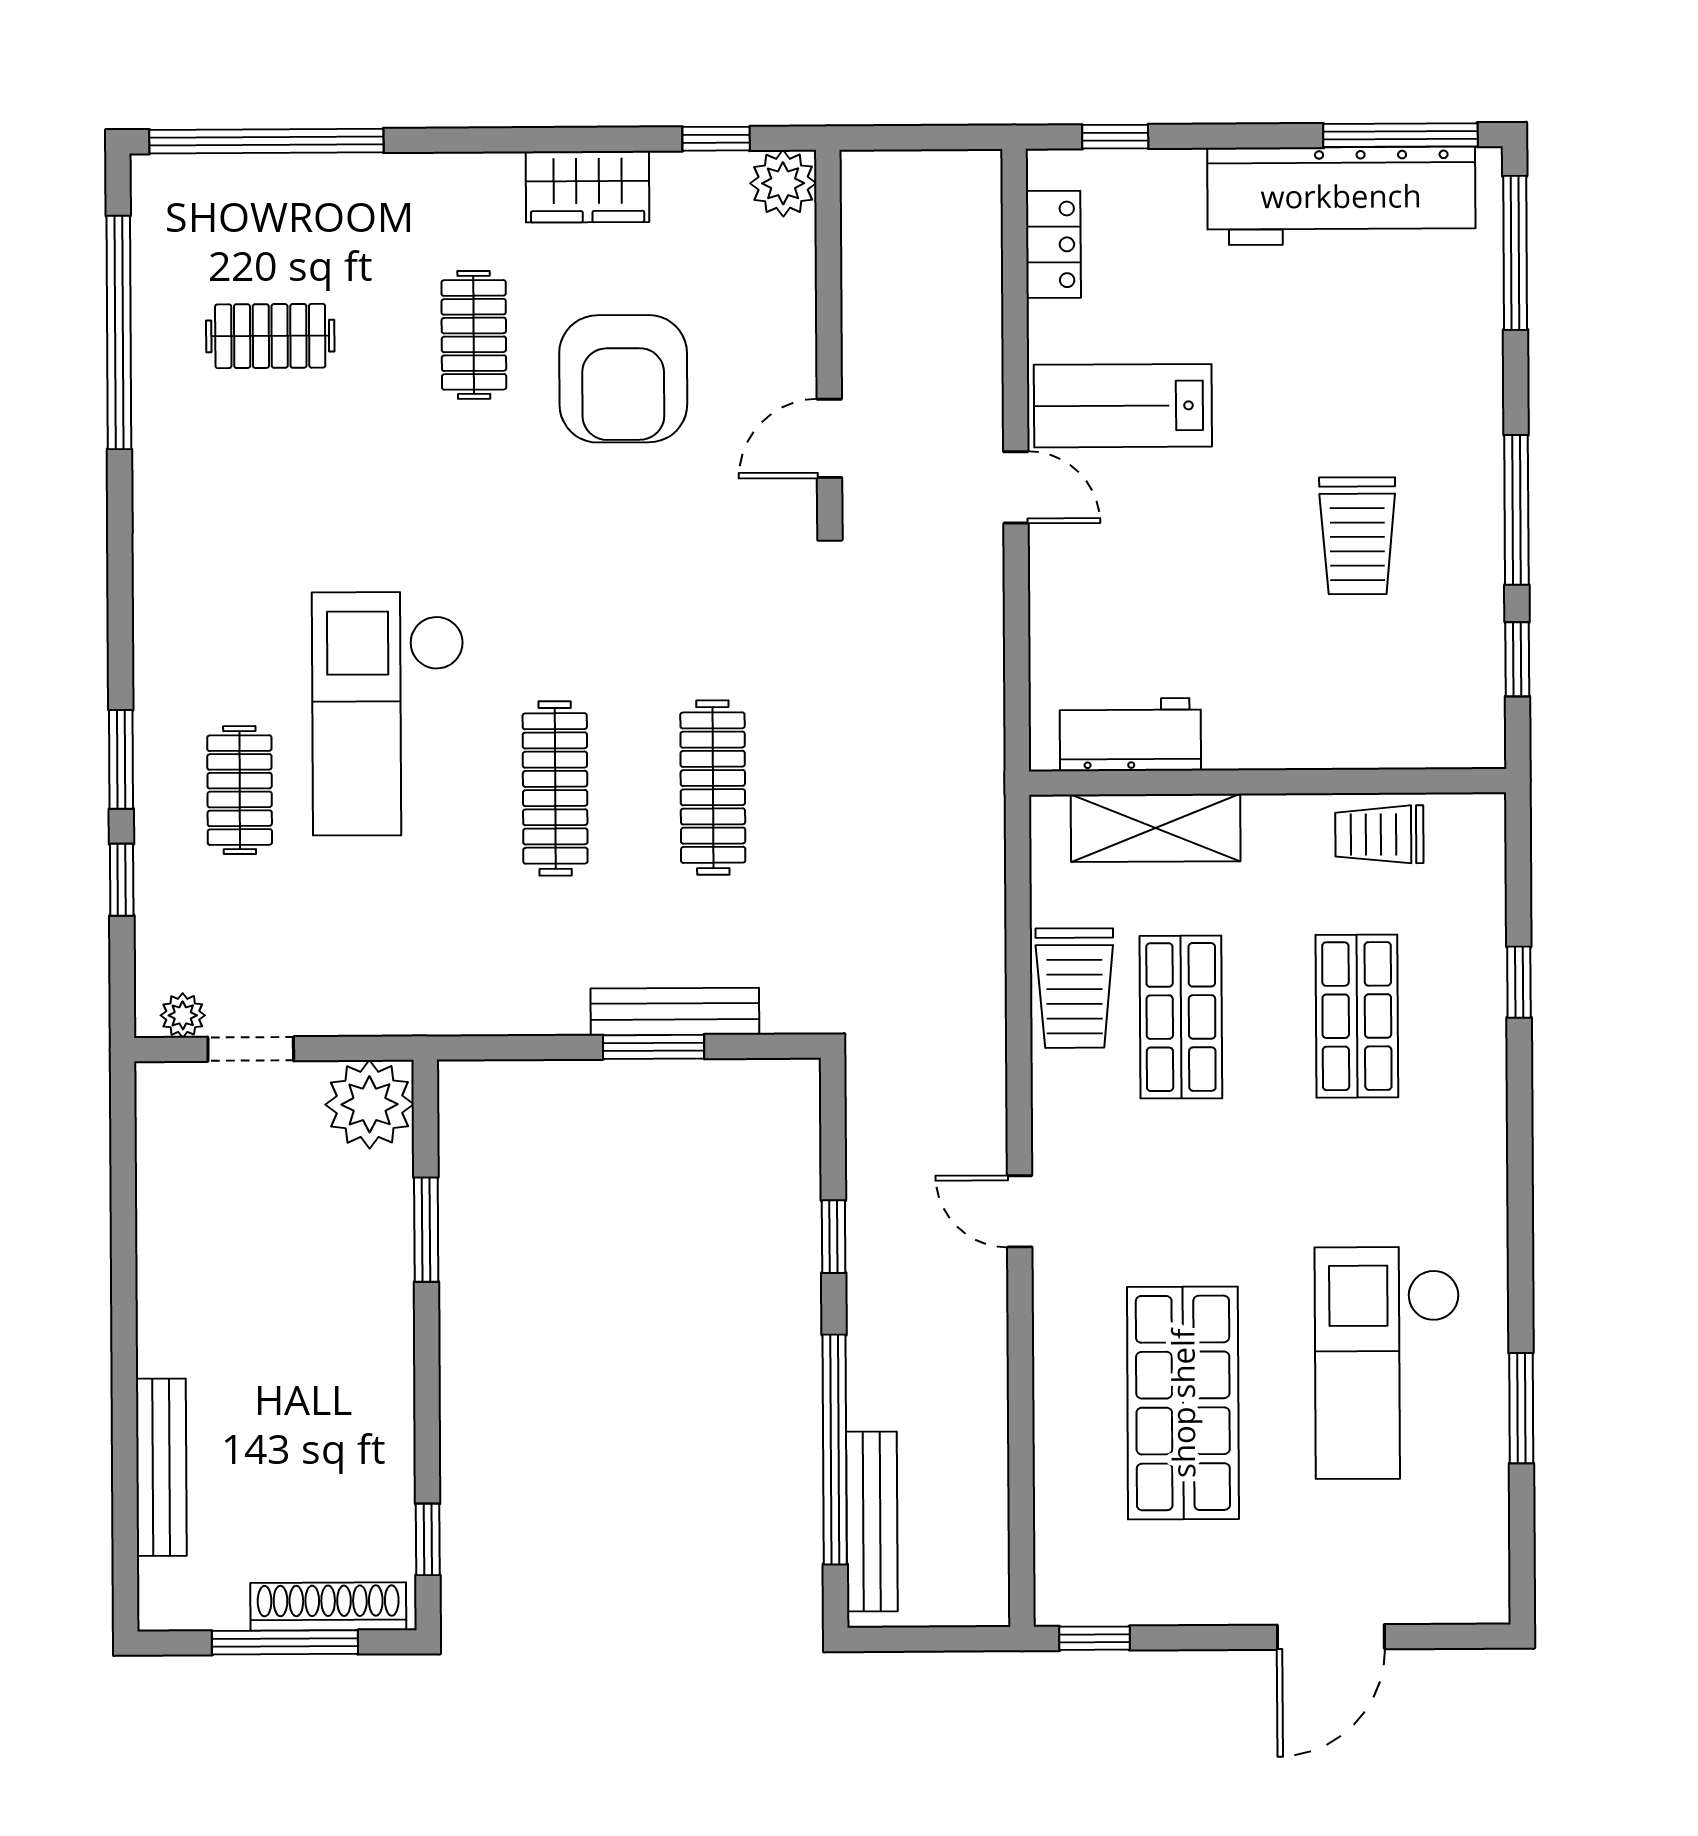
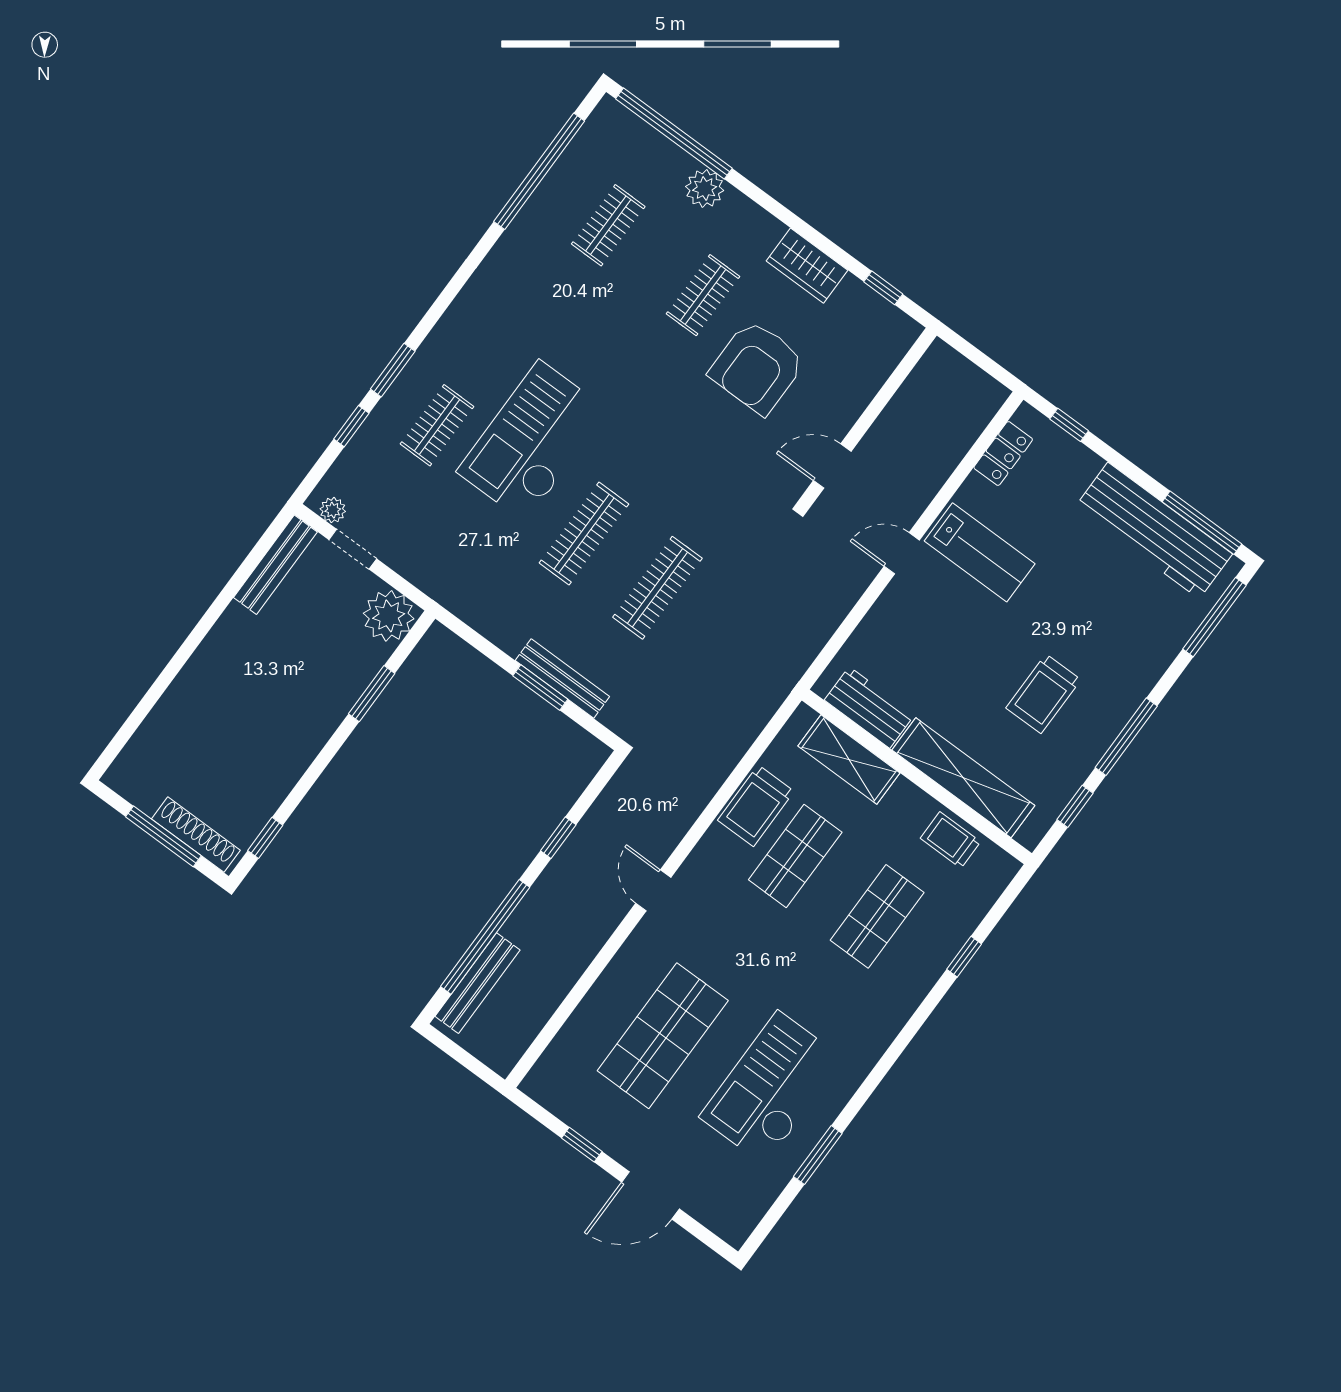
plant: (783, 183) -> (705, 188), moved
clothes rail: (270, 336) -> (608, 225), turned 90
lab bench: (1123, 406) -> (980, 552), turned 180
door: (1016, 487) -> (902, 553), swing flipped
shelving: (1333, 735) -> (963, 778), added
bench: (161, 1467) -> (275, 565), moved
window: (1094, 1638) -> (582, 1145), moved

